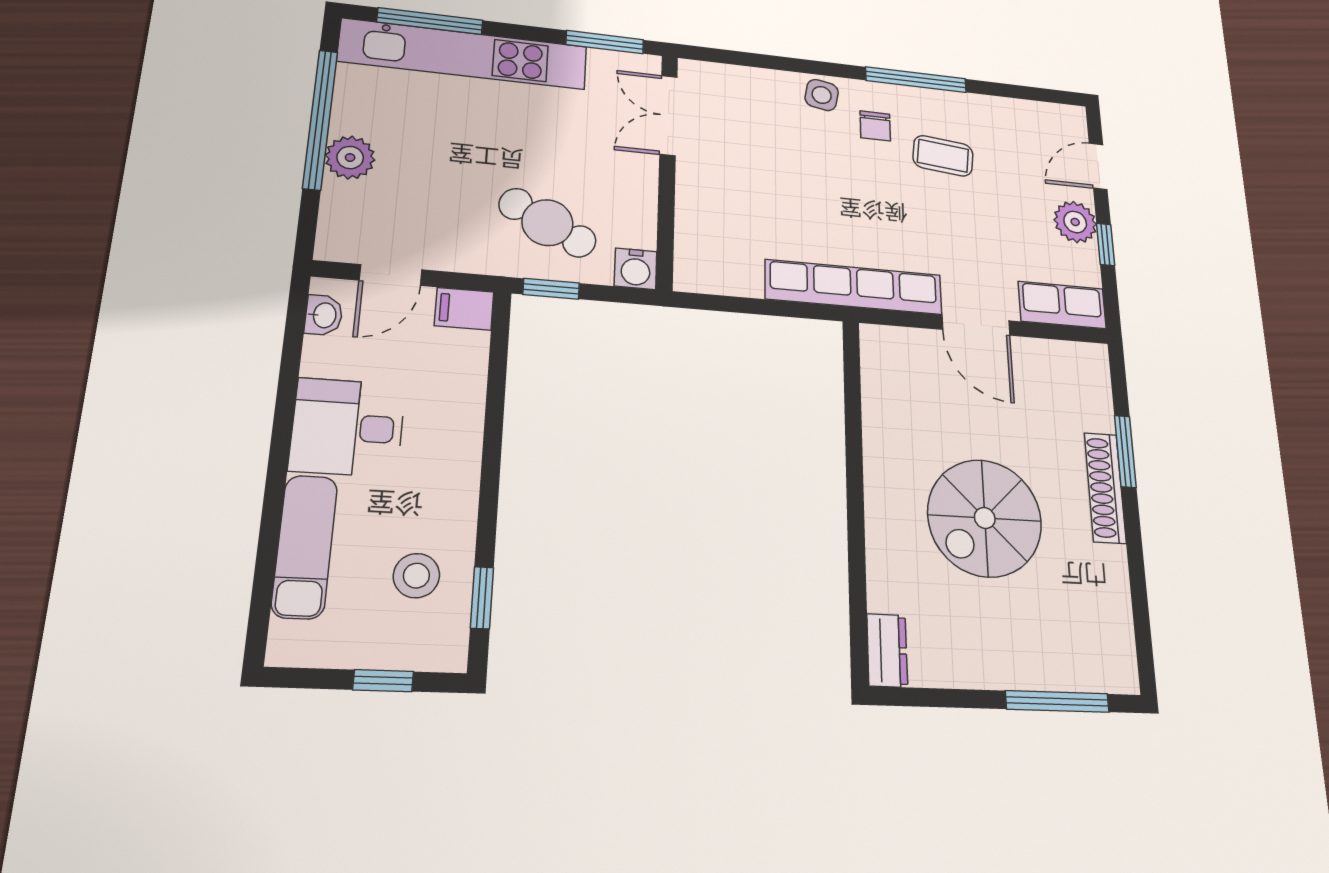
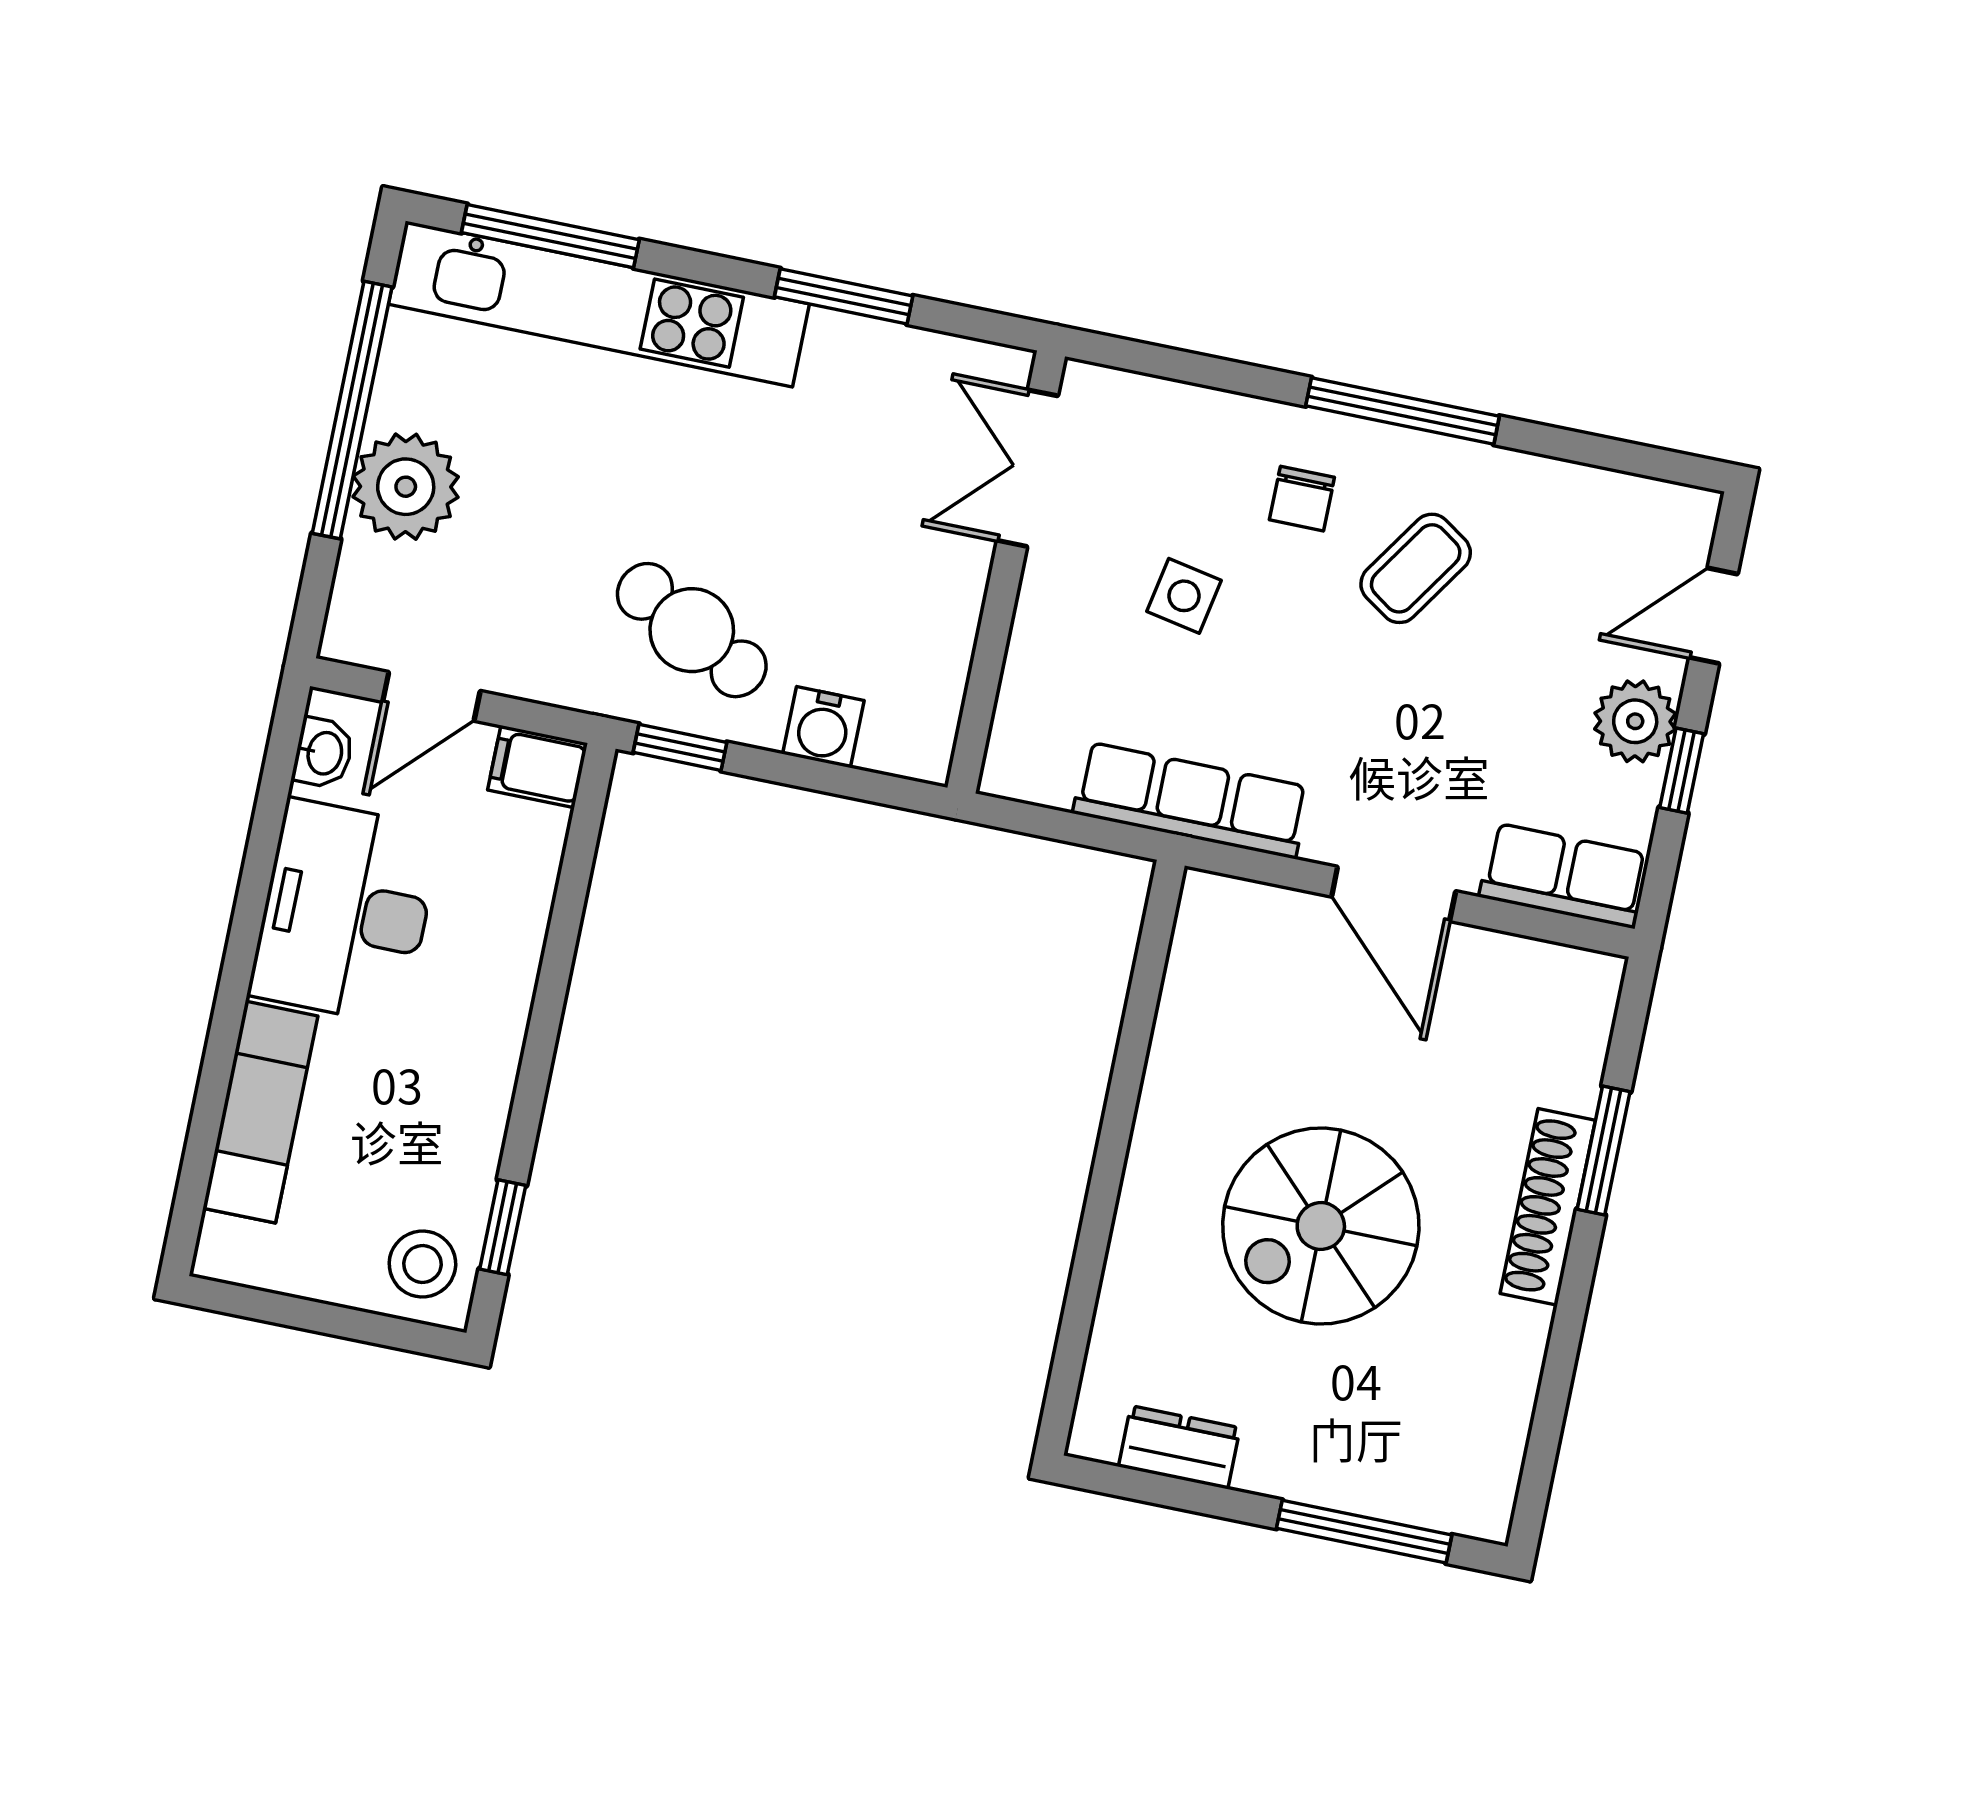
side table: (822, 95) -> (1184, 596), moved
double door: (668, 115) -> (1027, 468), moved
coffee table: (943, 156) -> (1416, 568), turned -62
plant: (350, 158) -> (406, 487), width x1.36, depth x1.36
wall: (667, 170) -> (1006, 572), moved
row of seats: (854, 287) -> (1191, 800), width x0.73
desk: (348, 427) -> (345, 912), width x1.37
stool: (416, 576) -> (422, 1264), moved
dresser: (887, 650) -> (1179, 1447), moved, turned -90
window: (383, 681) -> (349, 1323), removed

